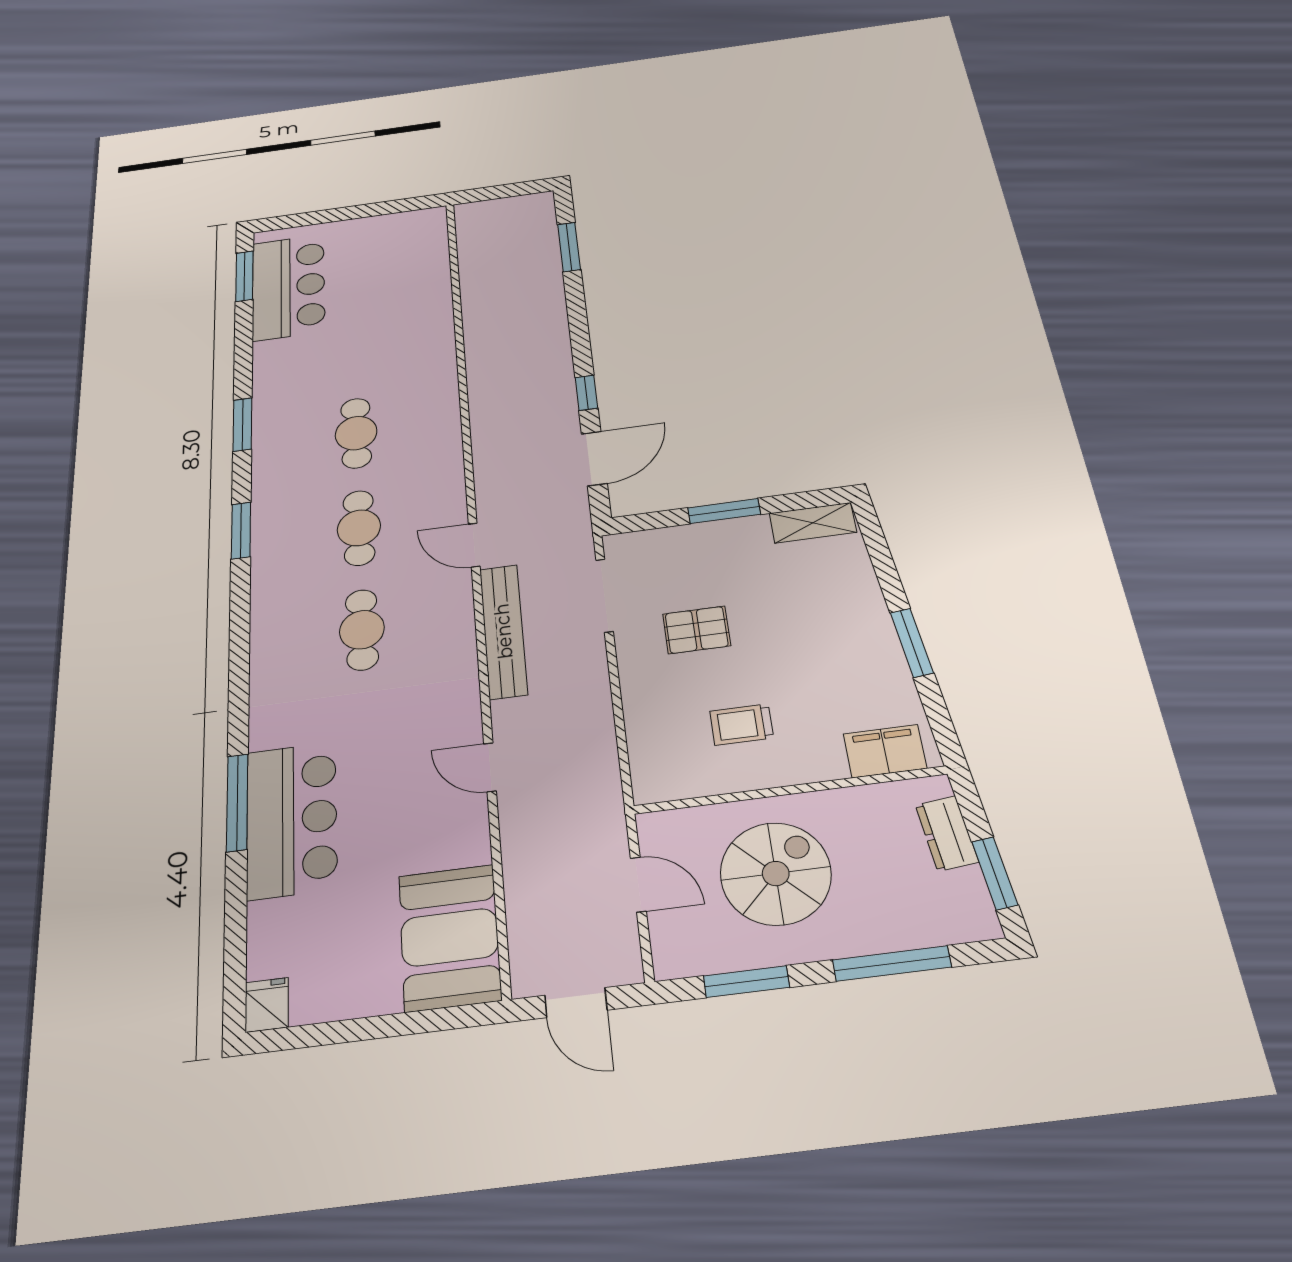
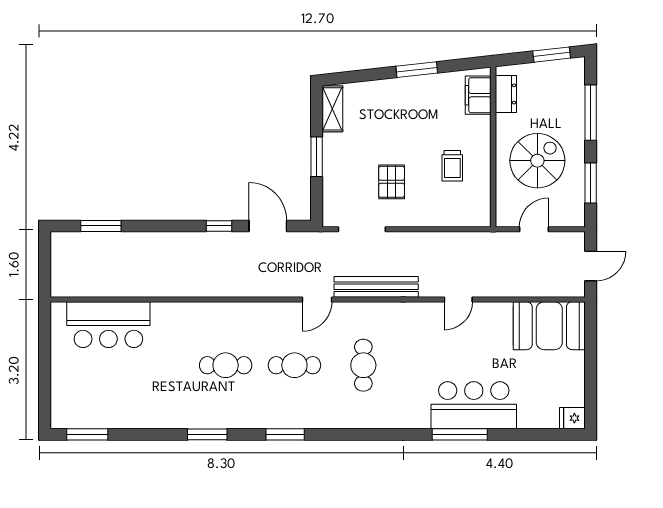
bar counter: (288, 287) -> (108, 325), moved, turned 180
cafe table: (362, 630) -> (363, 365), turned 90
dresser: (947, 833) -> (506, 94), moved, turned -84
spiral stairs: (776, 874) -> (537, 161), turned 90

